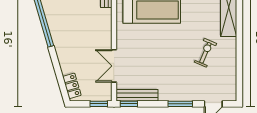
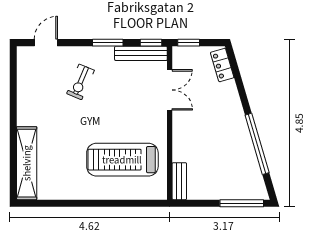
exercise bike: (205, 53) -> (80, 82), moved
window: (180, 104) -> (108, 43), moved

